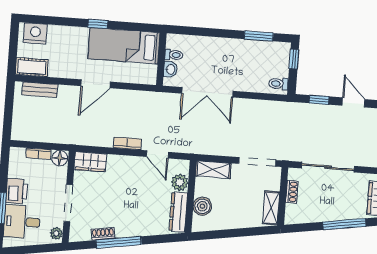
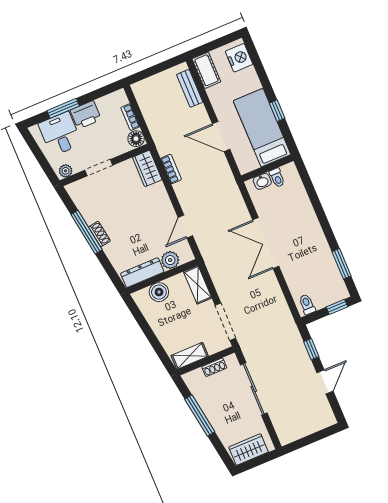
bed: (124, 46) -> (262, 128), moved
toilet: (174, 55) -> (277, 178), moved
wall: (161, 59) -> (267, 168), moved
washbasin: (170, 69) -> (262, 181), moved
bookcase: (127, 143) -> (171, 169), moved
doorway: (68, 203) -> (99, 168), width x0.73
window: (344, 224) -> (200, 415), moved
shoe rack: (103, 234) -> (99, 234), moved

